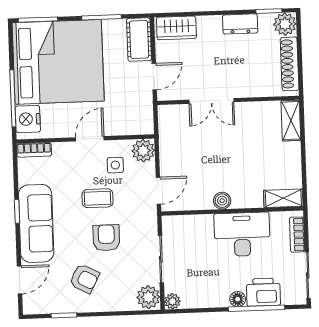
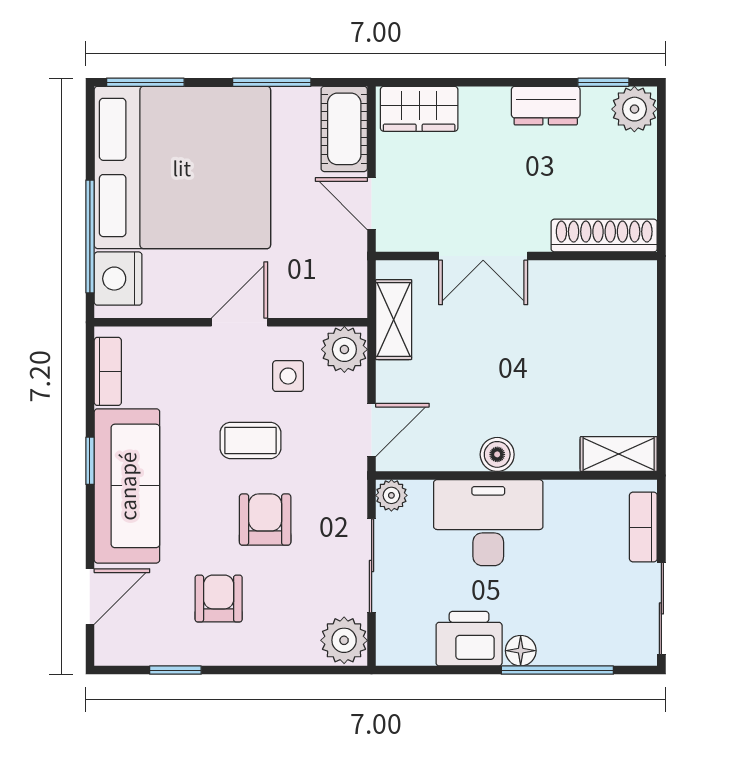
shoe rack: (290, 64) -> (604, 236), moved, turned 90
door: (154, 77) -> (372, 204), swing flipped
shelving: (291, 121) -> (394, 320), moved
bookcase: (34, 150) -> (108, 371), moved, turned -90
desk: (242, 234) -> (488, 523), moved
armchair: (84, 278) -> (219, 599), turned -118
printer: (263, 292) -> (469, 639), moved
plant: (172, 301) -> (391, 495), moved

